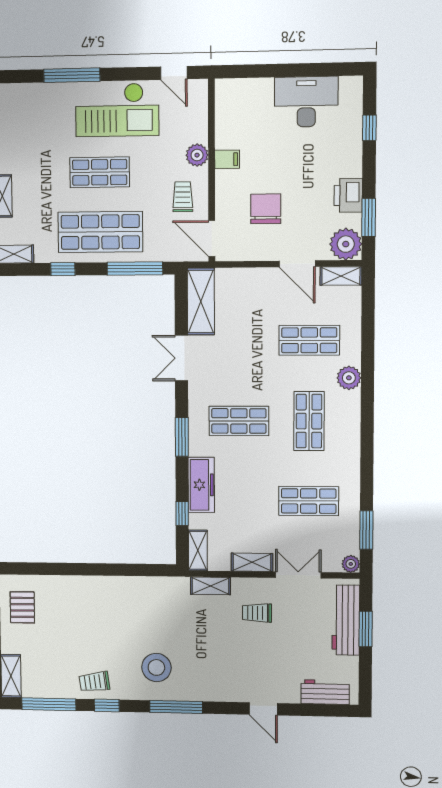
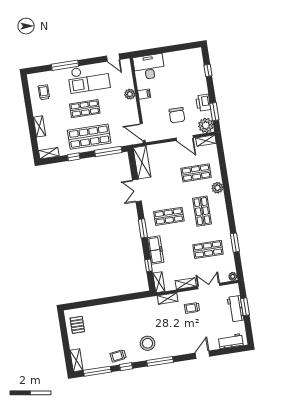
desk: (306, 102) -> (149, 67), moved
trolley: (183, 197) -> (44, 92), moved
chair: (266, 209) -> (177, 115), moved, turned 180
window: (366, 530) -> (235, 243), moved
workbench: (346, 620) -> (236, 309), width x0.73
door: (263, 709) -> (202, 355), swing flipped

